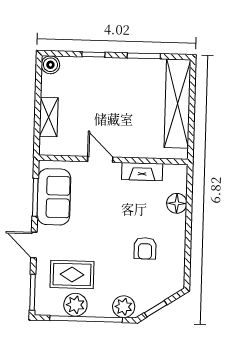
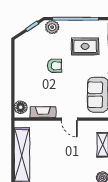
floor lamp: (177, 203) -> (21, 107), moved
armchair: (145, 248) -> (55, 66), moved, turned 90
plant: (75, 305) -> (82, 27), removed

